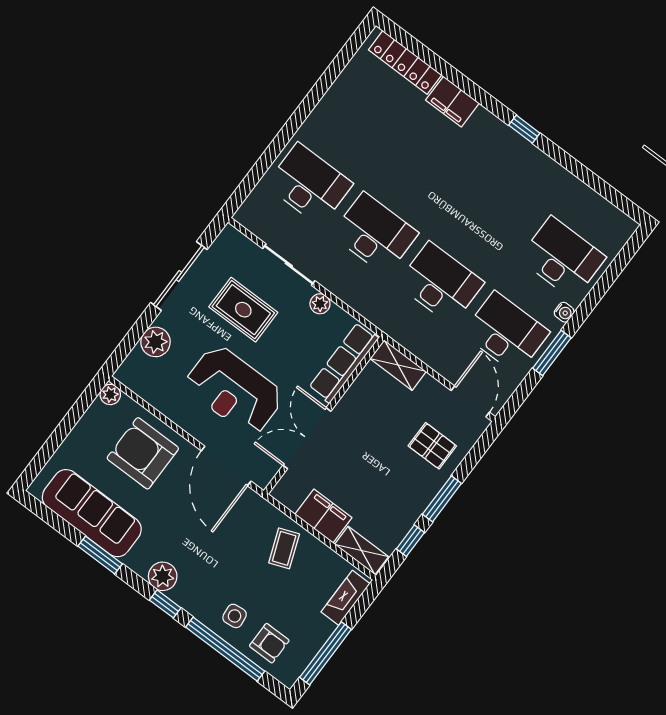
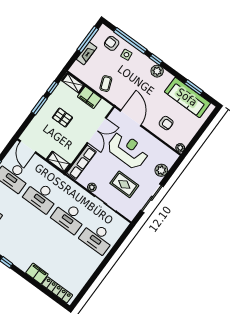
pallet: (432, 446) -> (62, 118), moved
armchair: (143, 453) -> (166, 123), width x0.53, depth x0.53
window: (100, 555) -> (194, 87), moved
fireplace: (346, 598) -> (87, 53), moved

